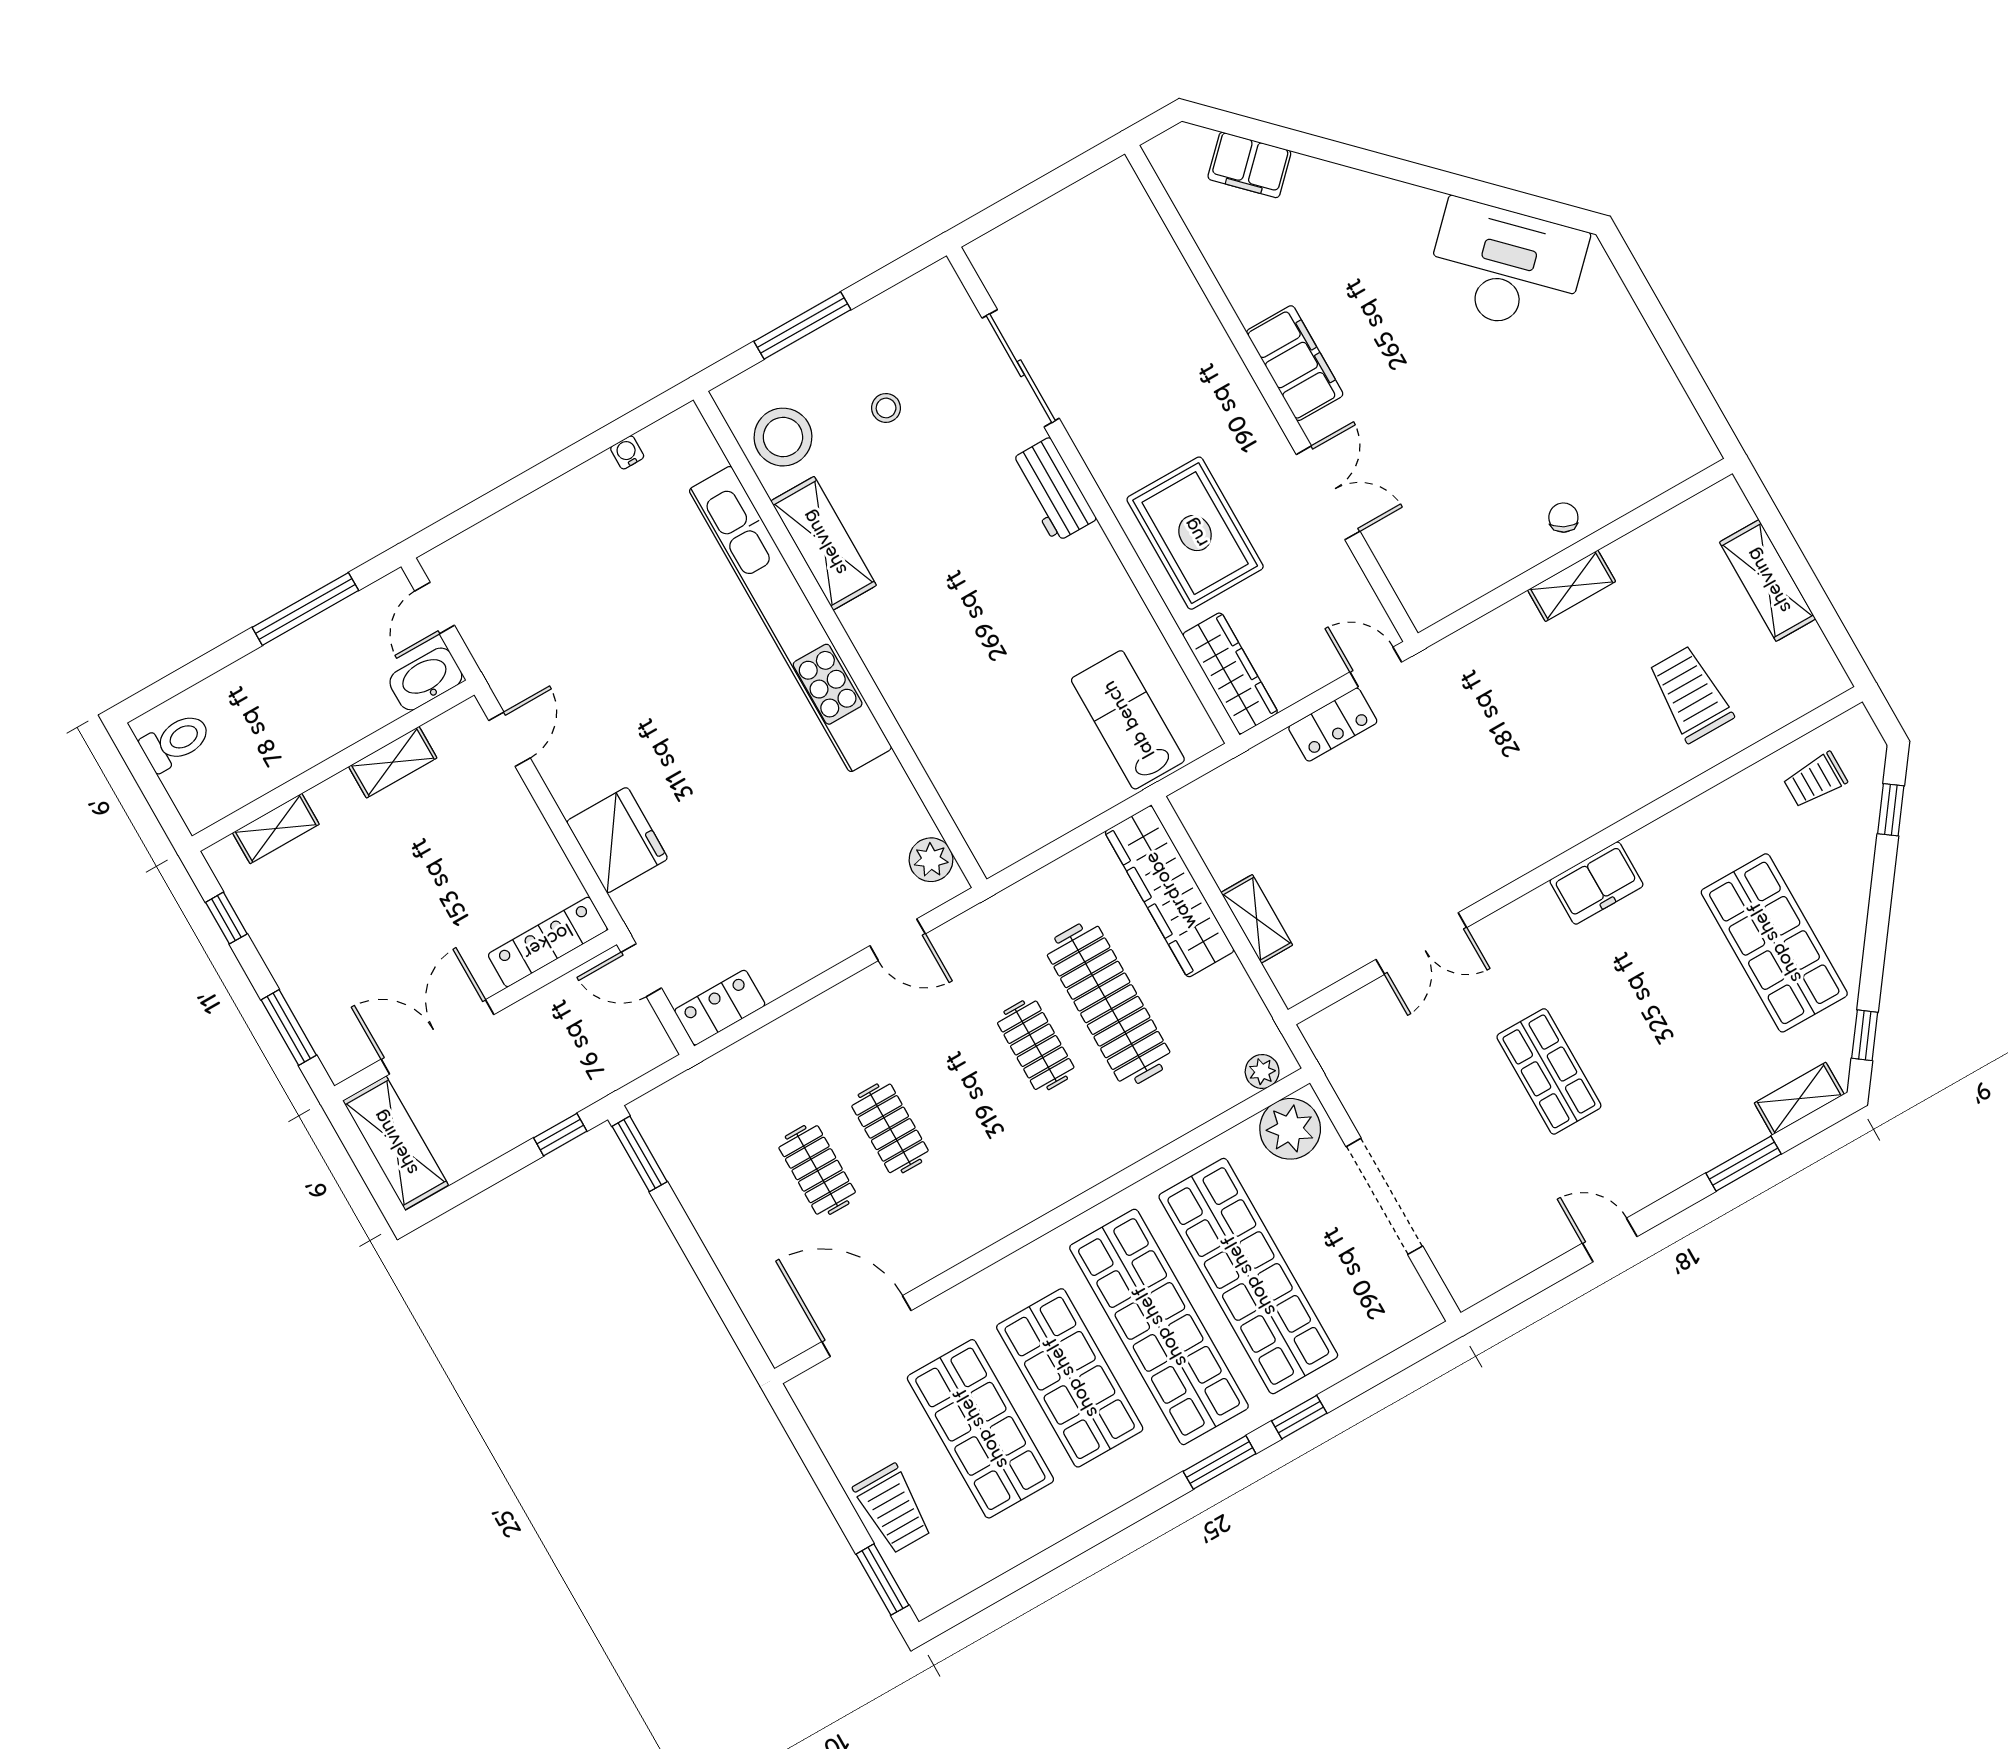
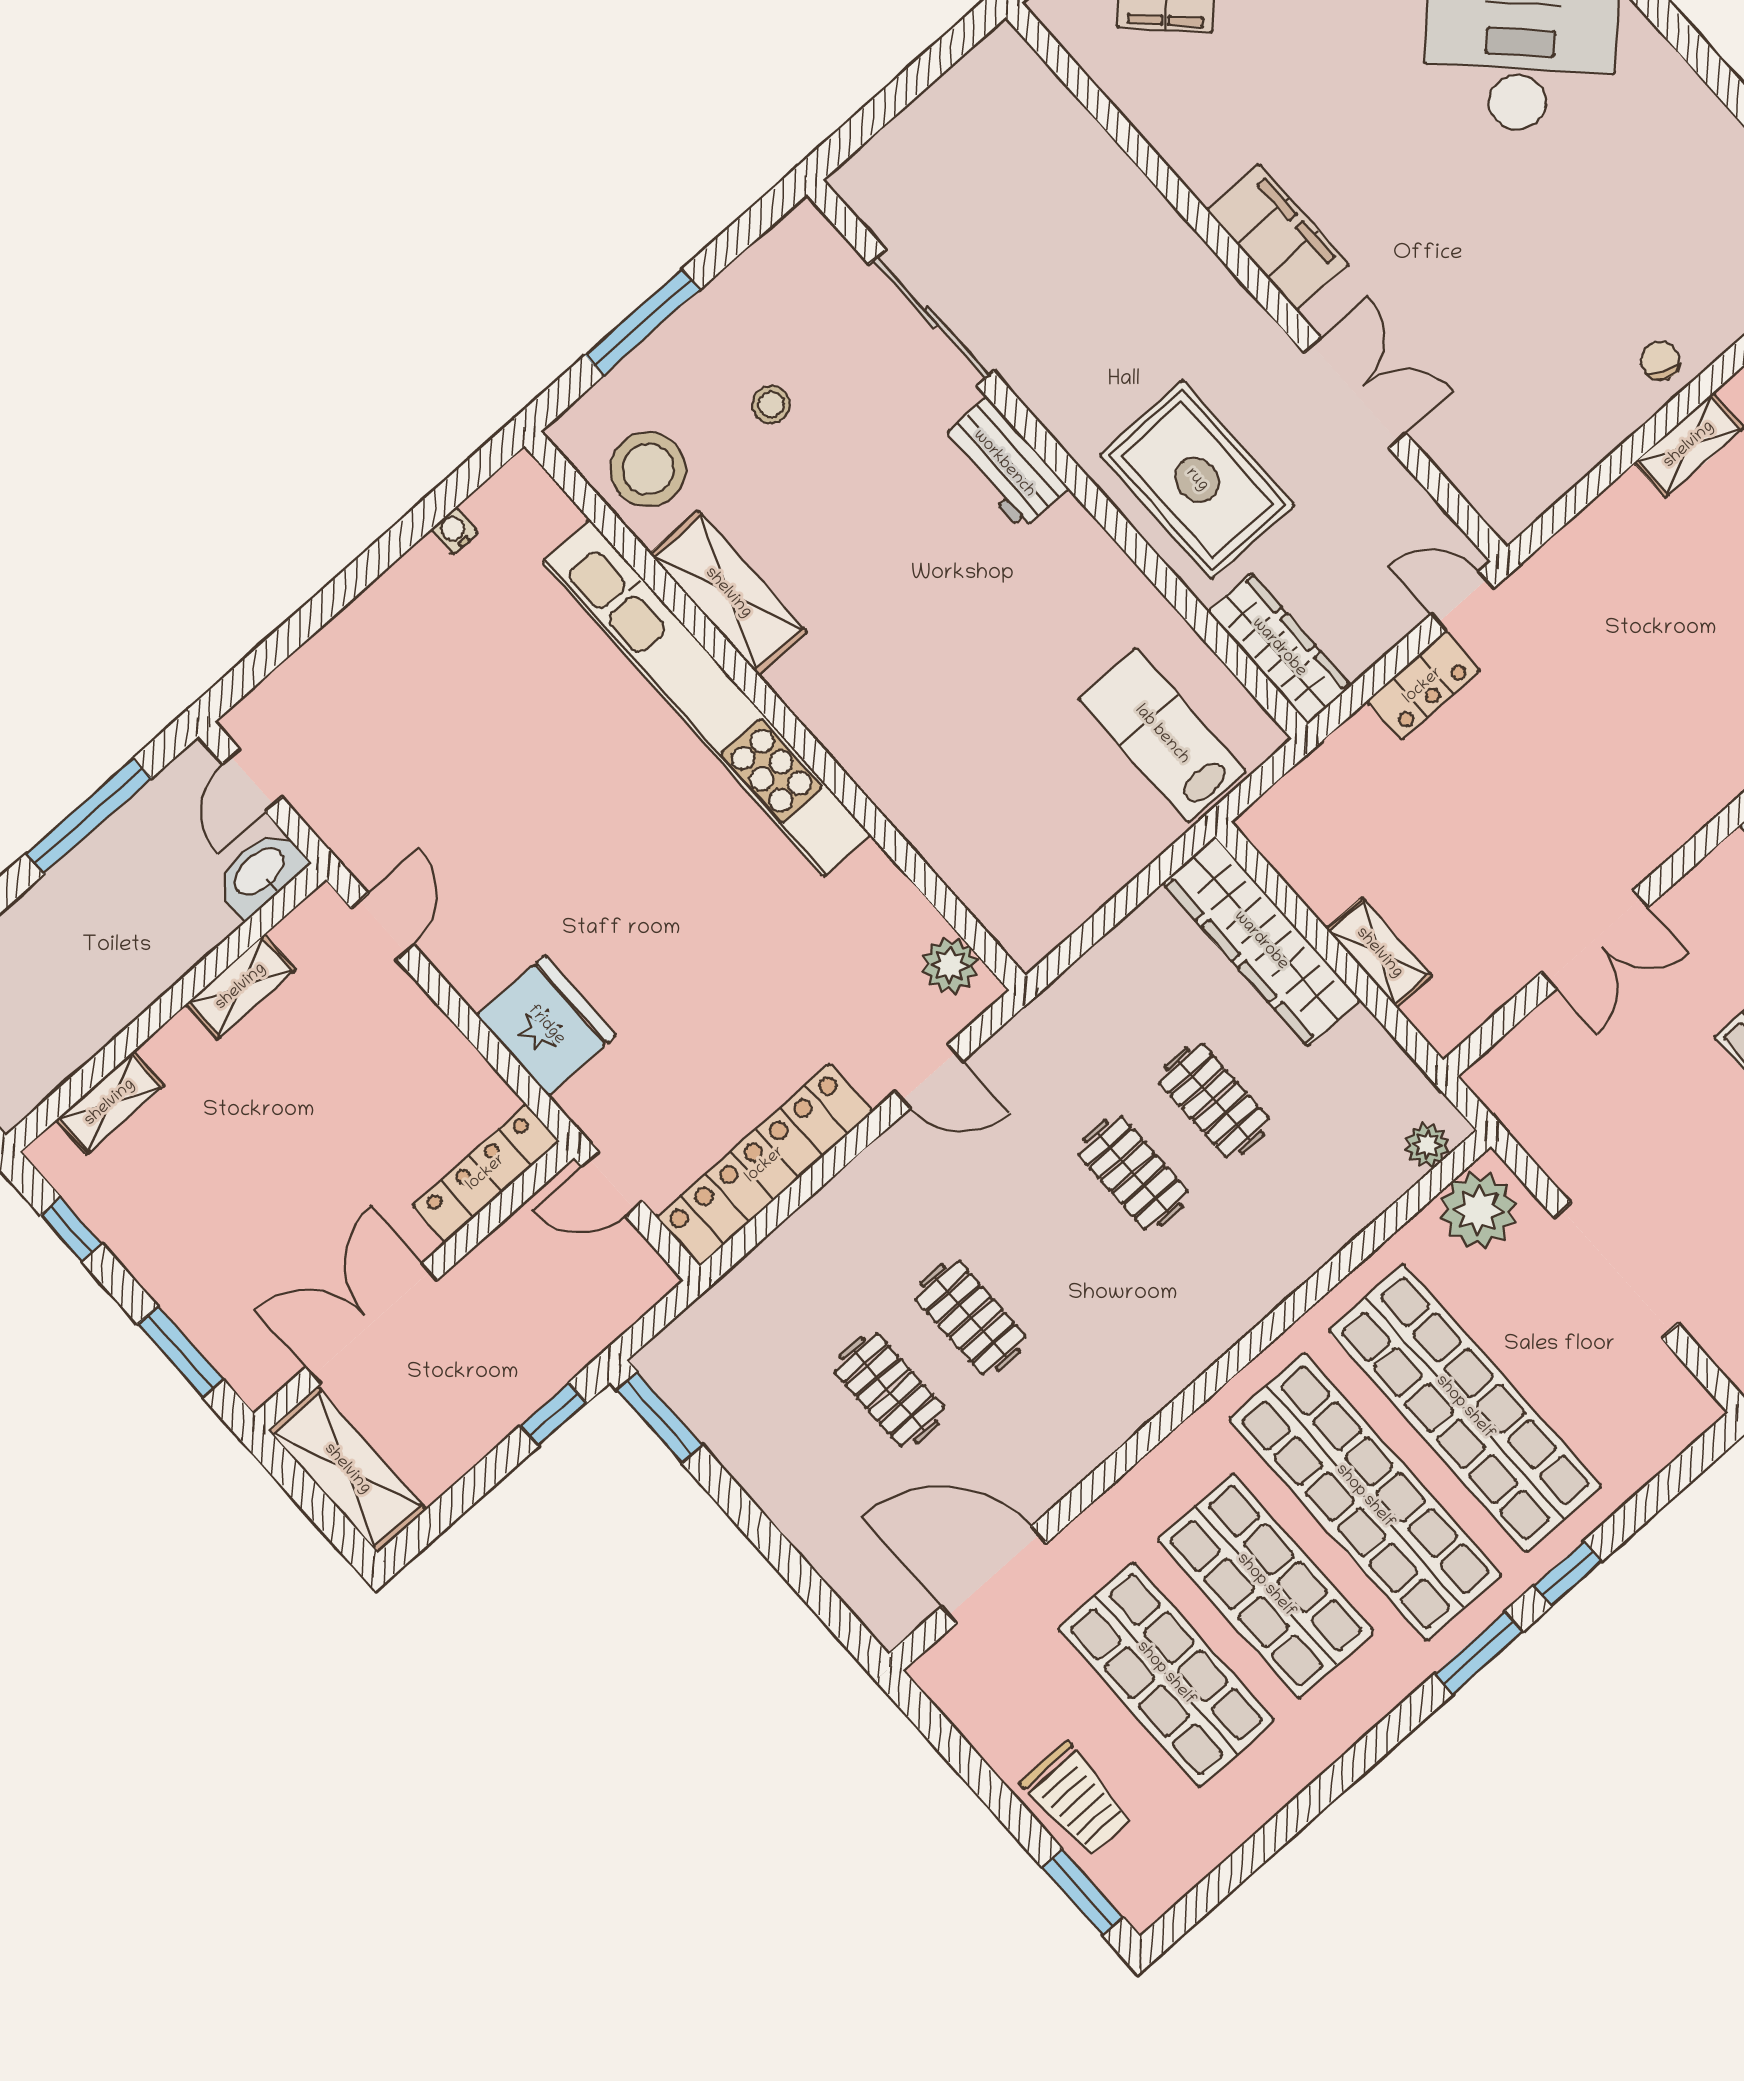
clothes rail: (1109, 1004) -> (1214, 1100), width x0.54, depth x0.76
locker: (720, 1008) -> (765, 1165), width x2.16, depth x1.21

